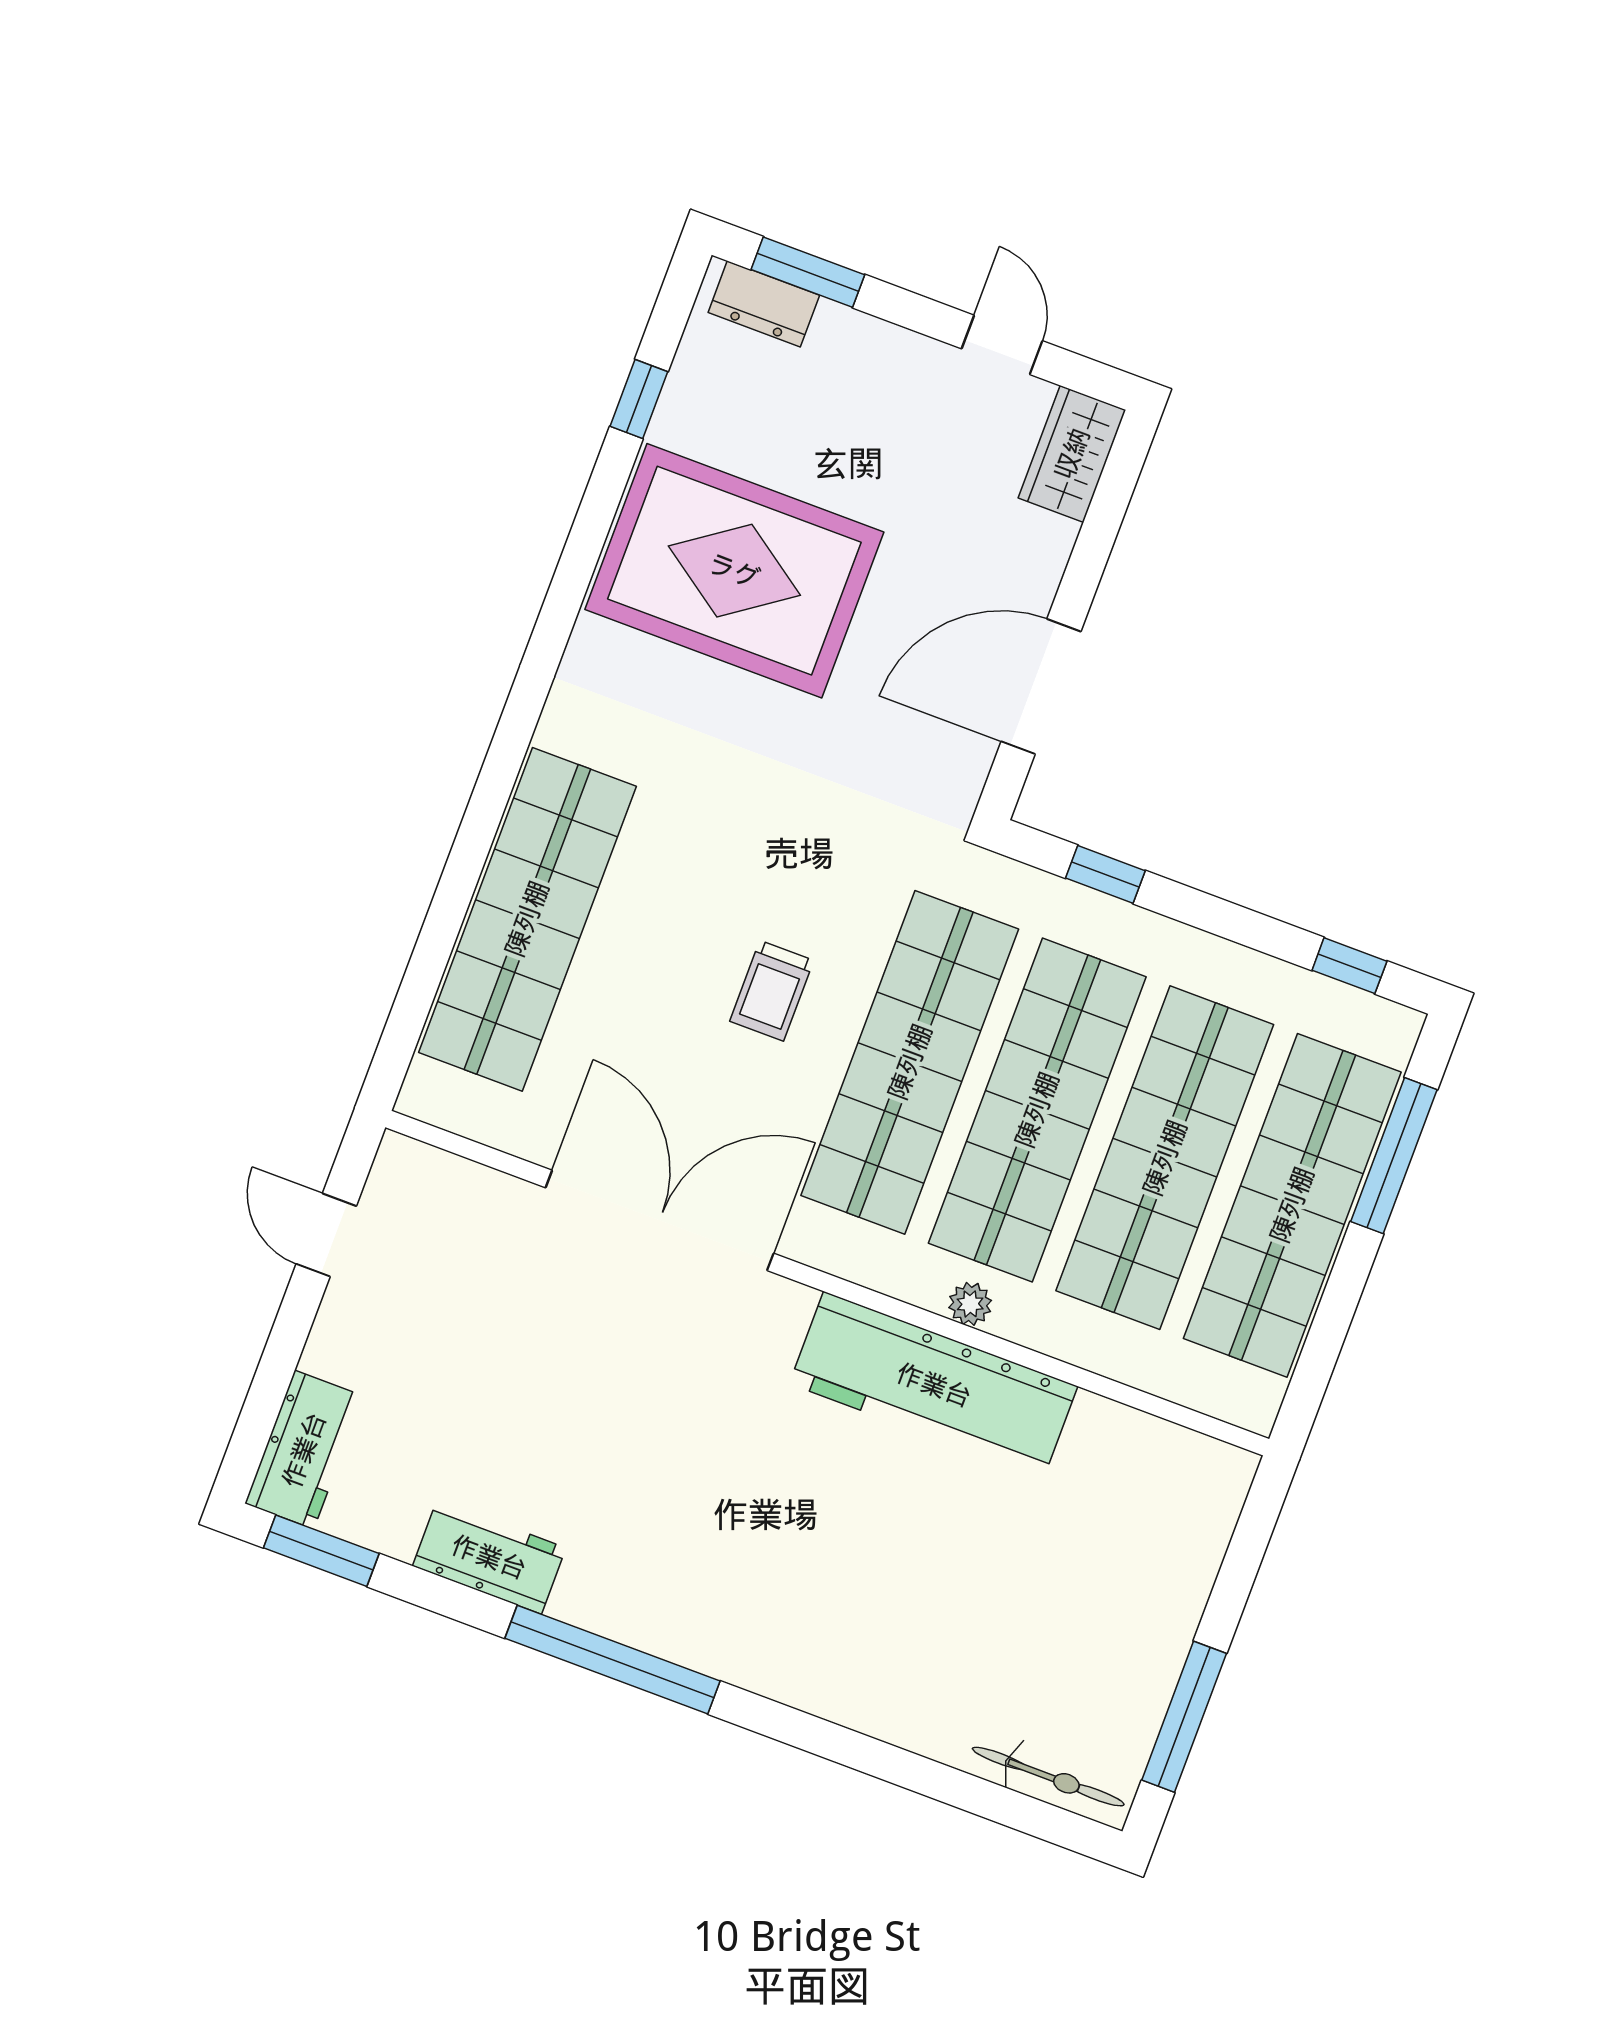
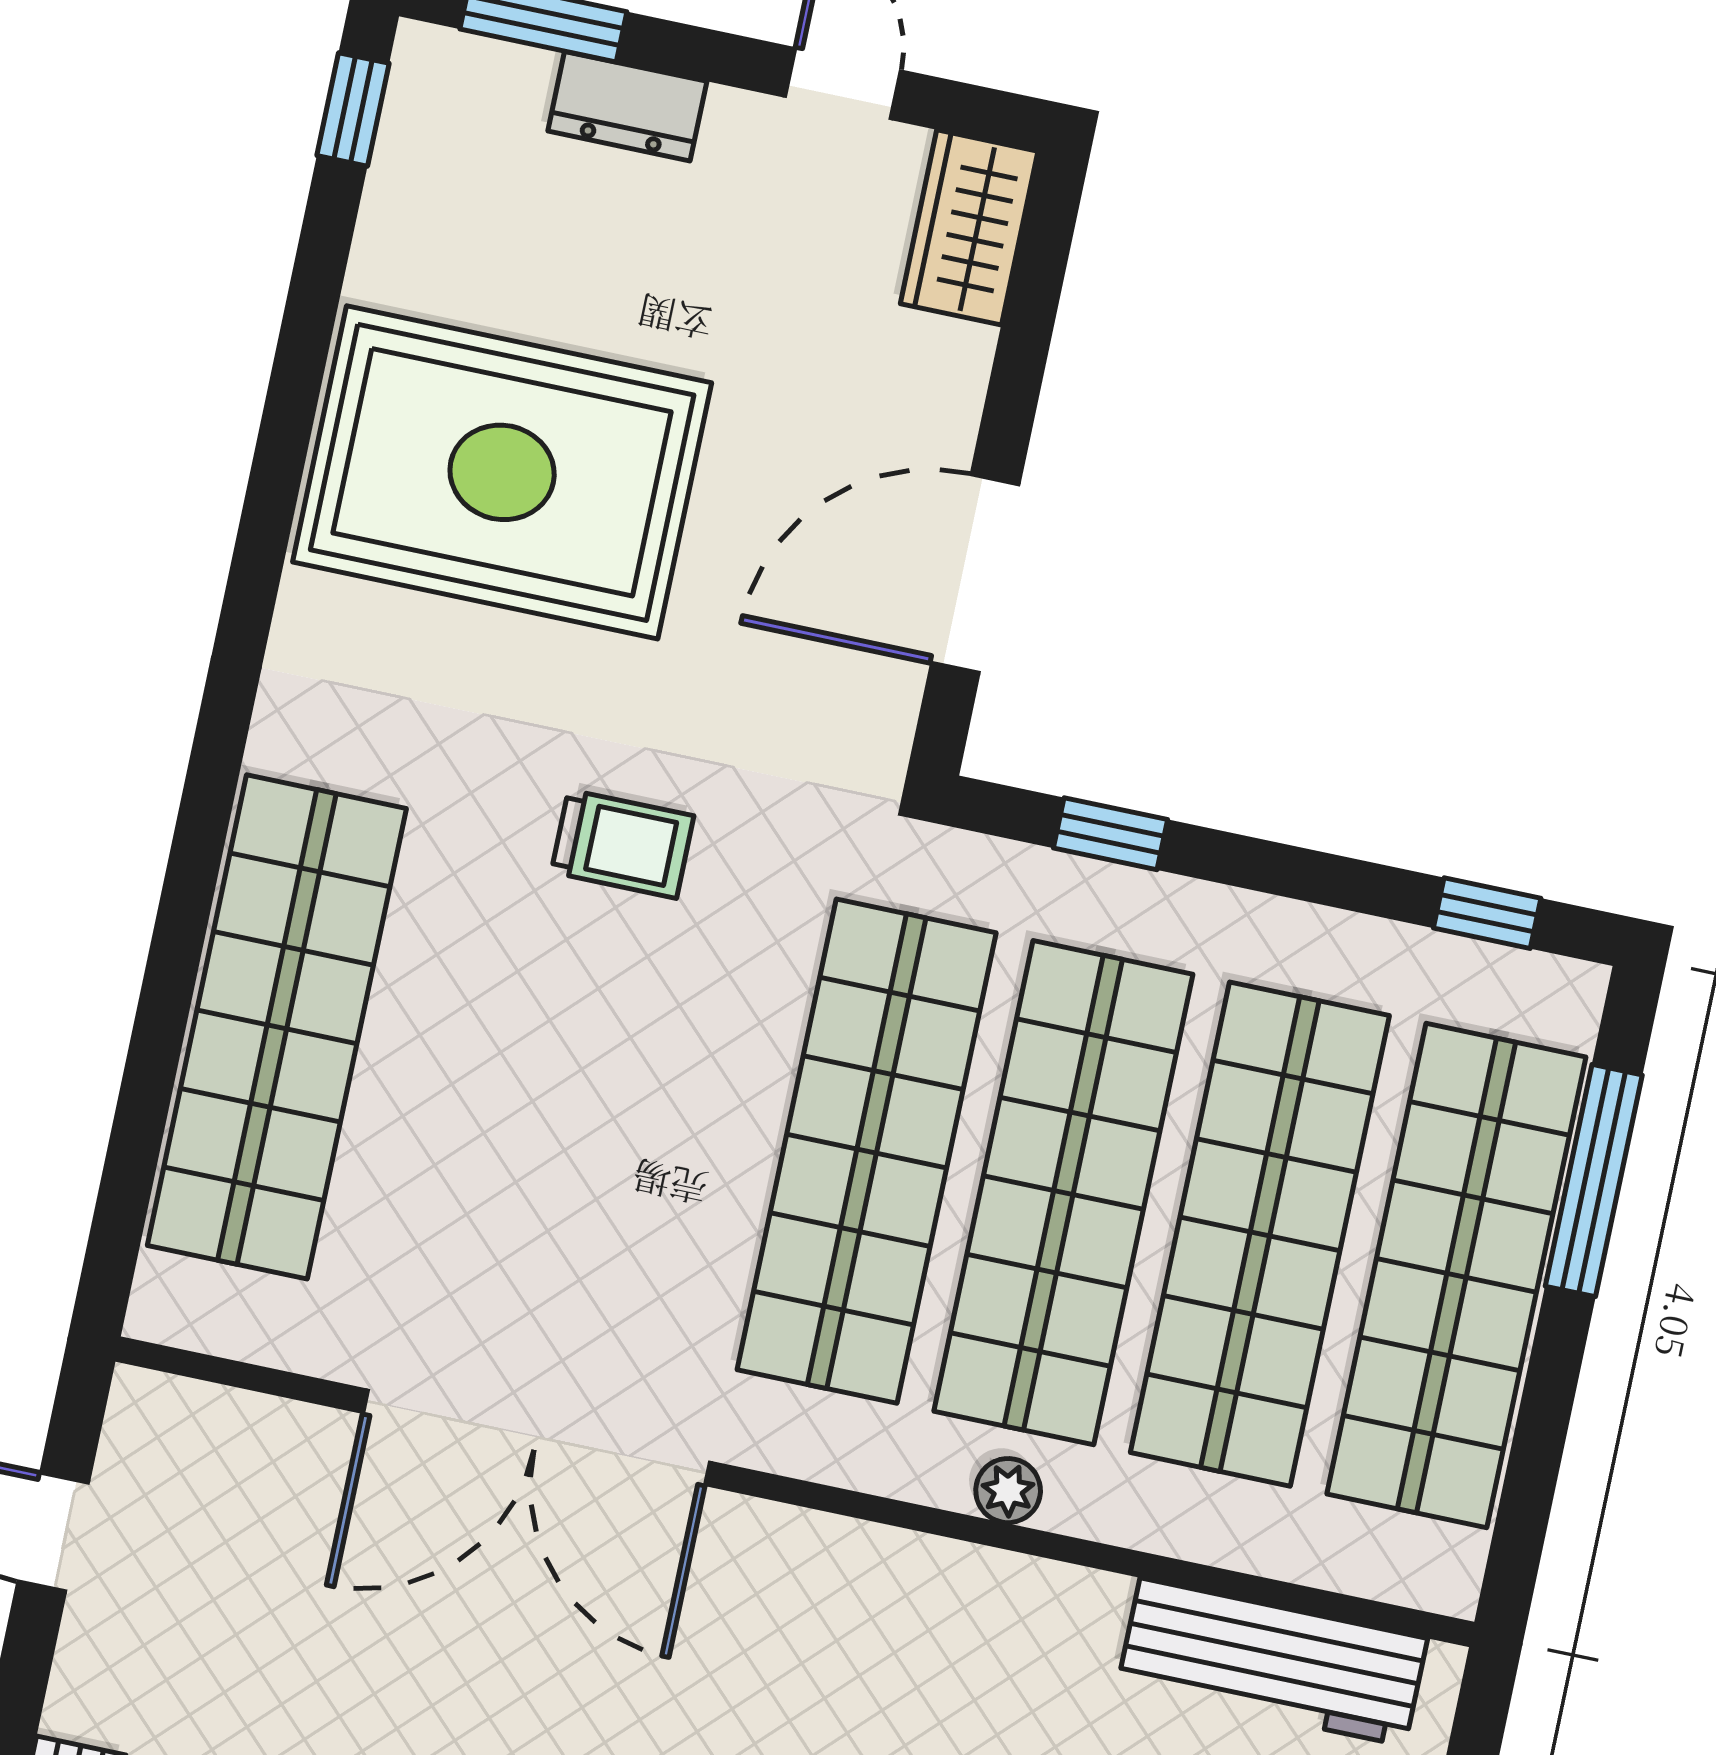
dresser: (764, 304) -> (627, 106), moved
window: (639, 399) -> (353, 109), moved
trolley: (772, 991) -> (622, 844), moved, turned -90
double door: (660, 1220) -> (536, 1437), swing flipped
workbench: (934, 1385) -> (1272, 1662), moved, width x0.73, depth x0.76

